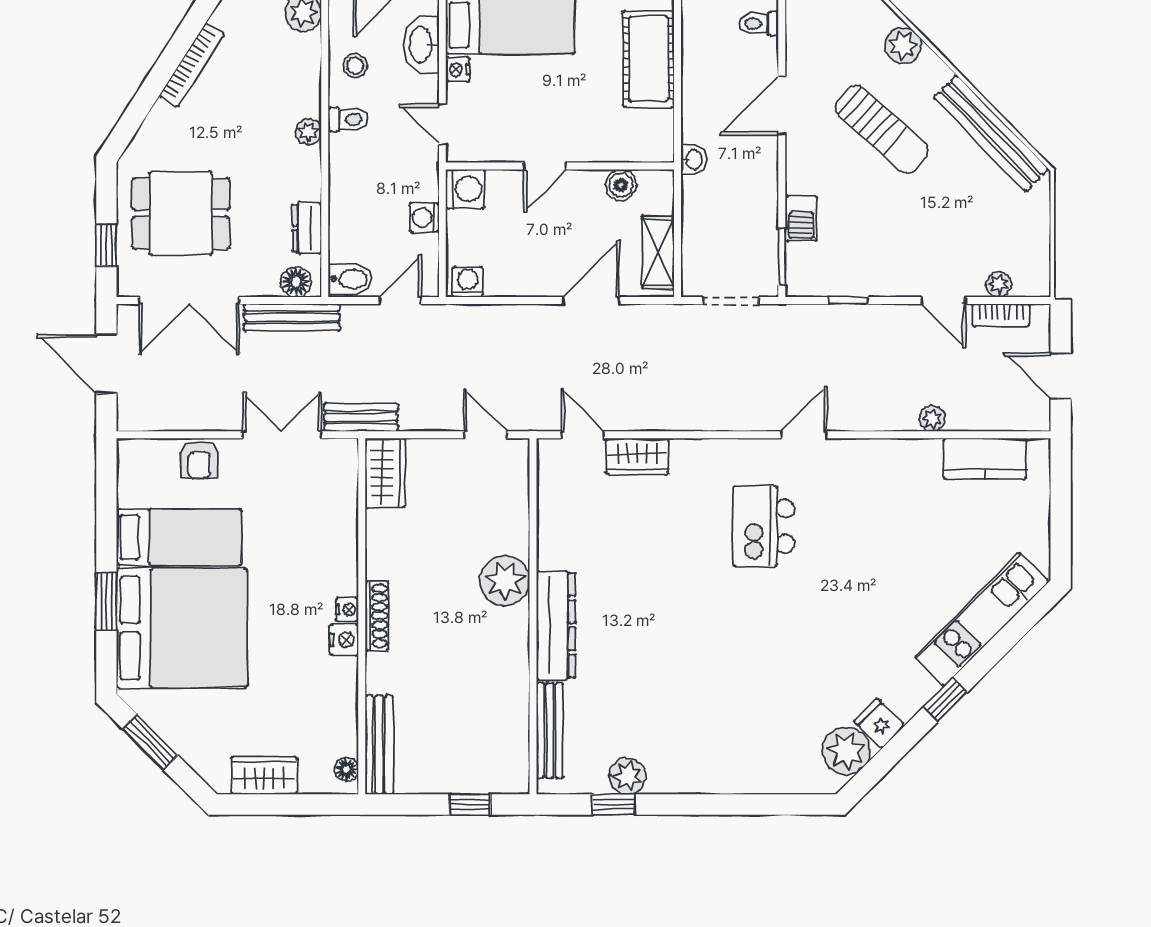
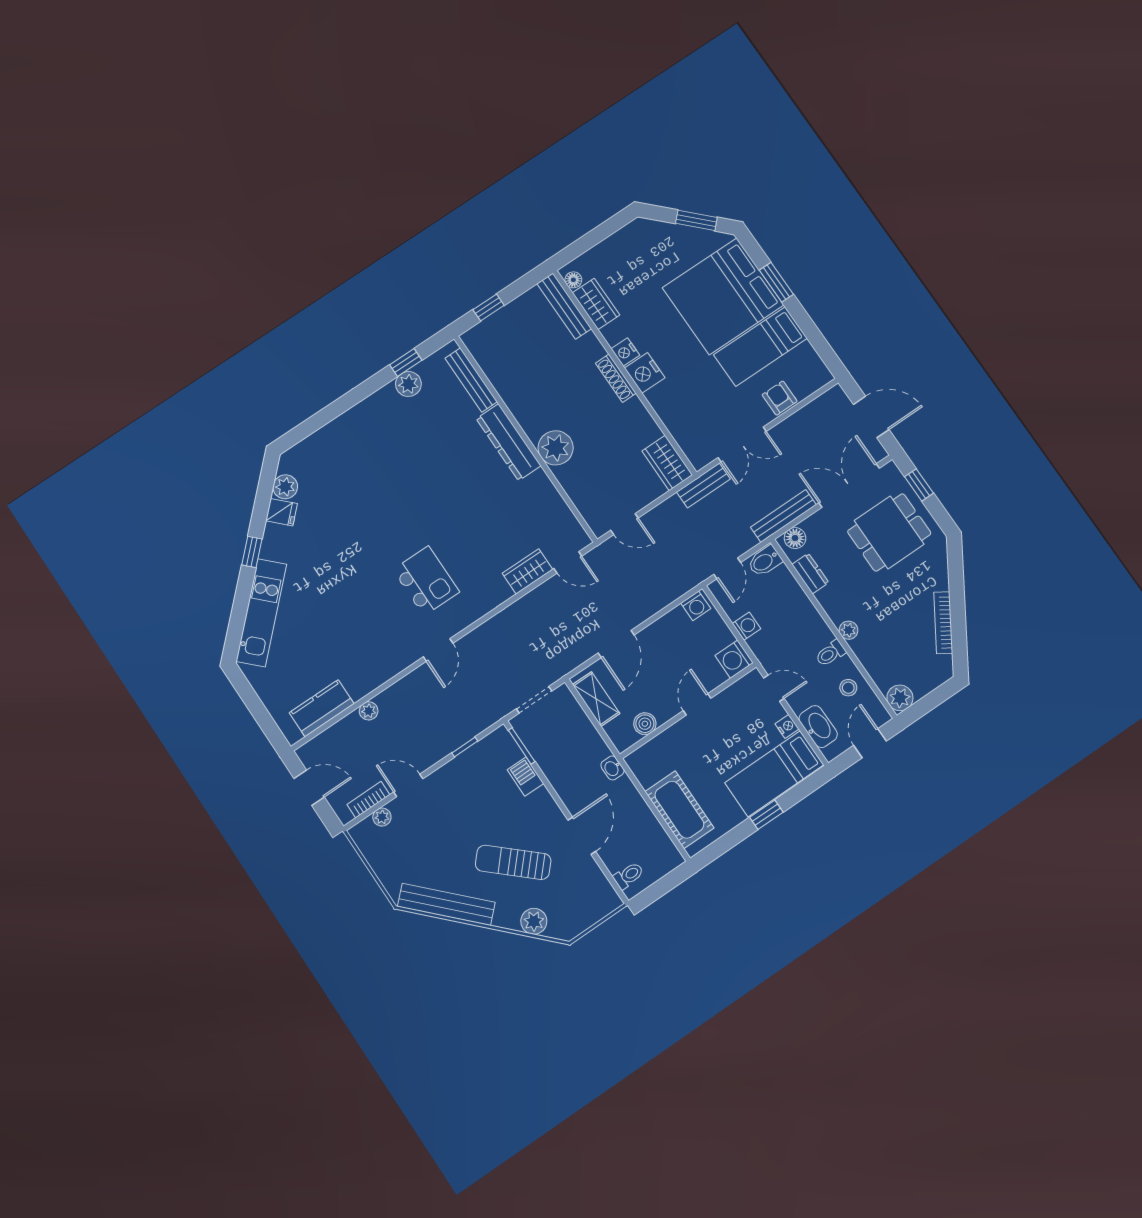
nightstand: (347, 610) -> (645, 373), width x1.89, depth x1.79
plant: (846, 751) -> (285, 487), width x0.73, depth x0.73
wardrobe: (264, 775) -> (596, 304), moved, turned -90

